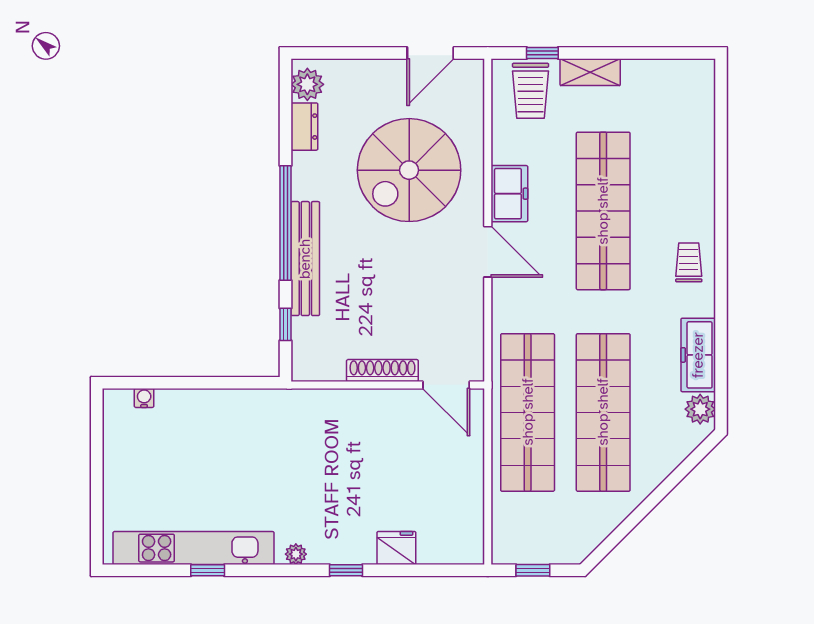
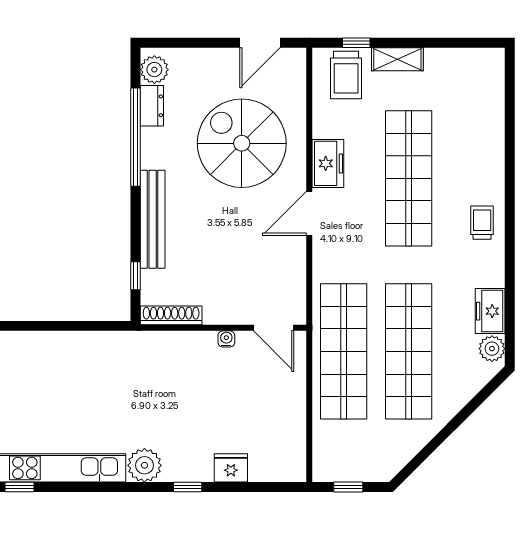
spiral stairs: (409, 170) -> (242, 143), turned 90
window: (285, 223) -> (136, 137), moved
door: (488, 252) -> (309, 213), swing flipped
freezer: (698, 355) -> (490, 311), width x0.71
shoe rack: (382, 371) -> (171, 315), moved
water cooler: (144, 398) -> (226, 339), moved
plant: (296, 554) -> (144, 465), width x1.87, depth x1.87
window: (208, 570) -> (20, 487), moved

